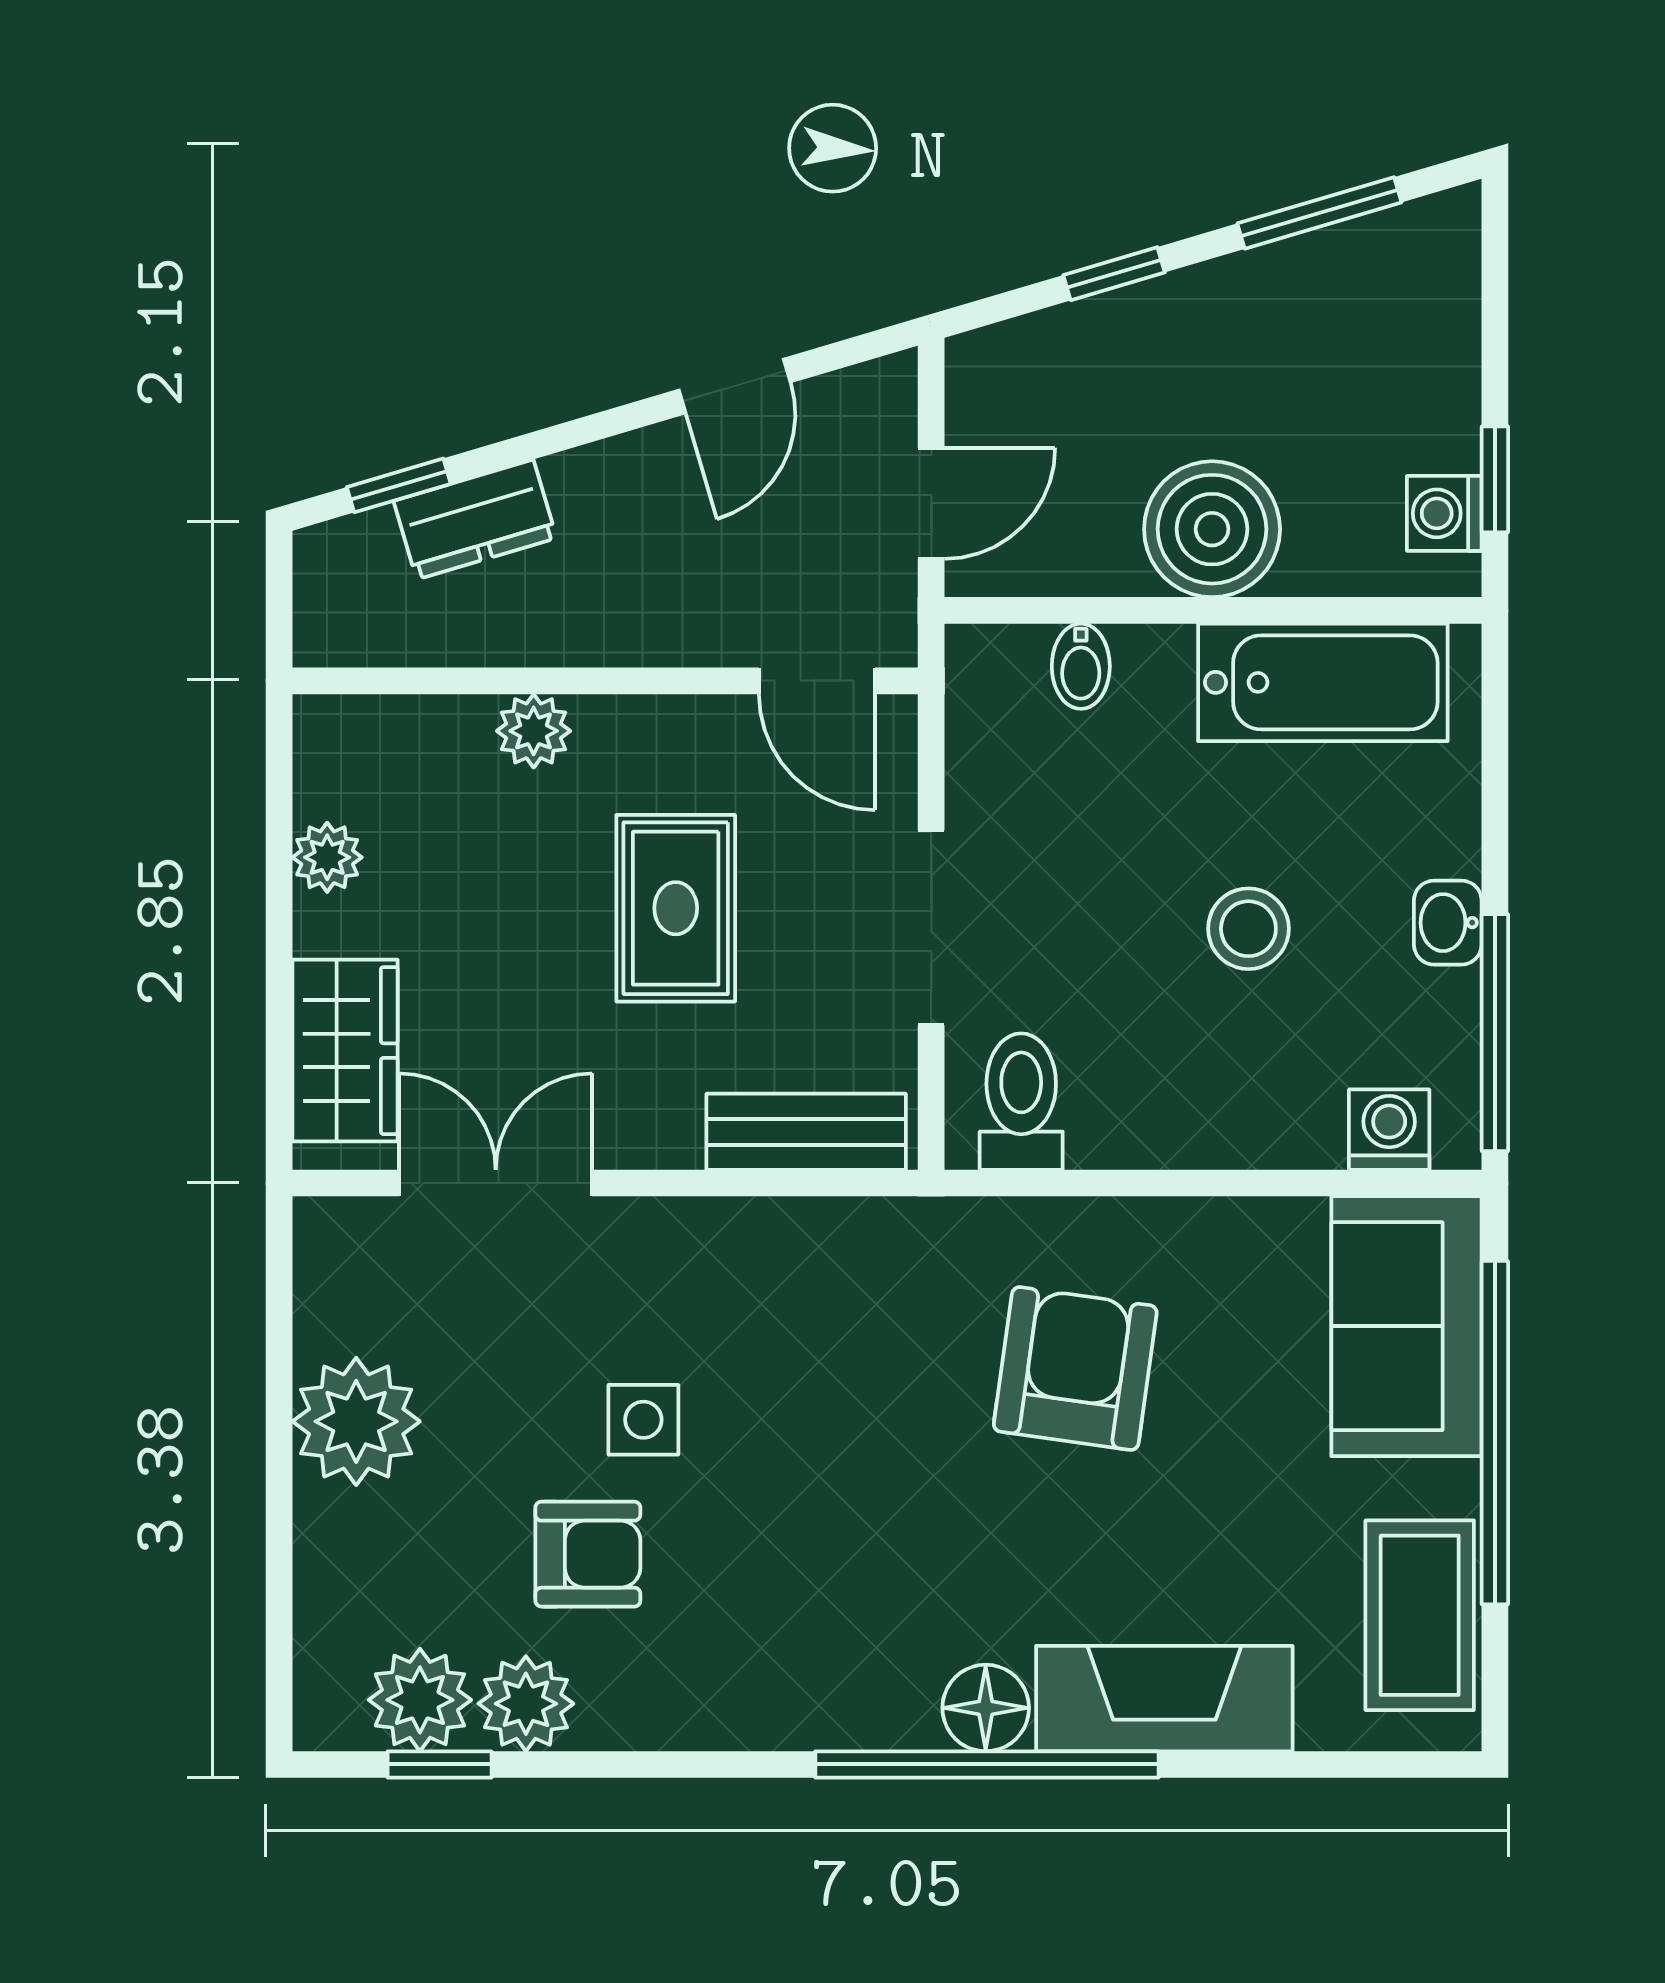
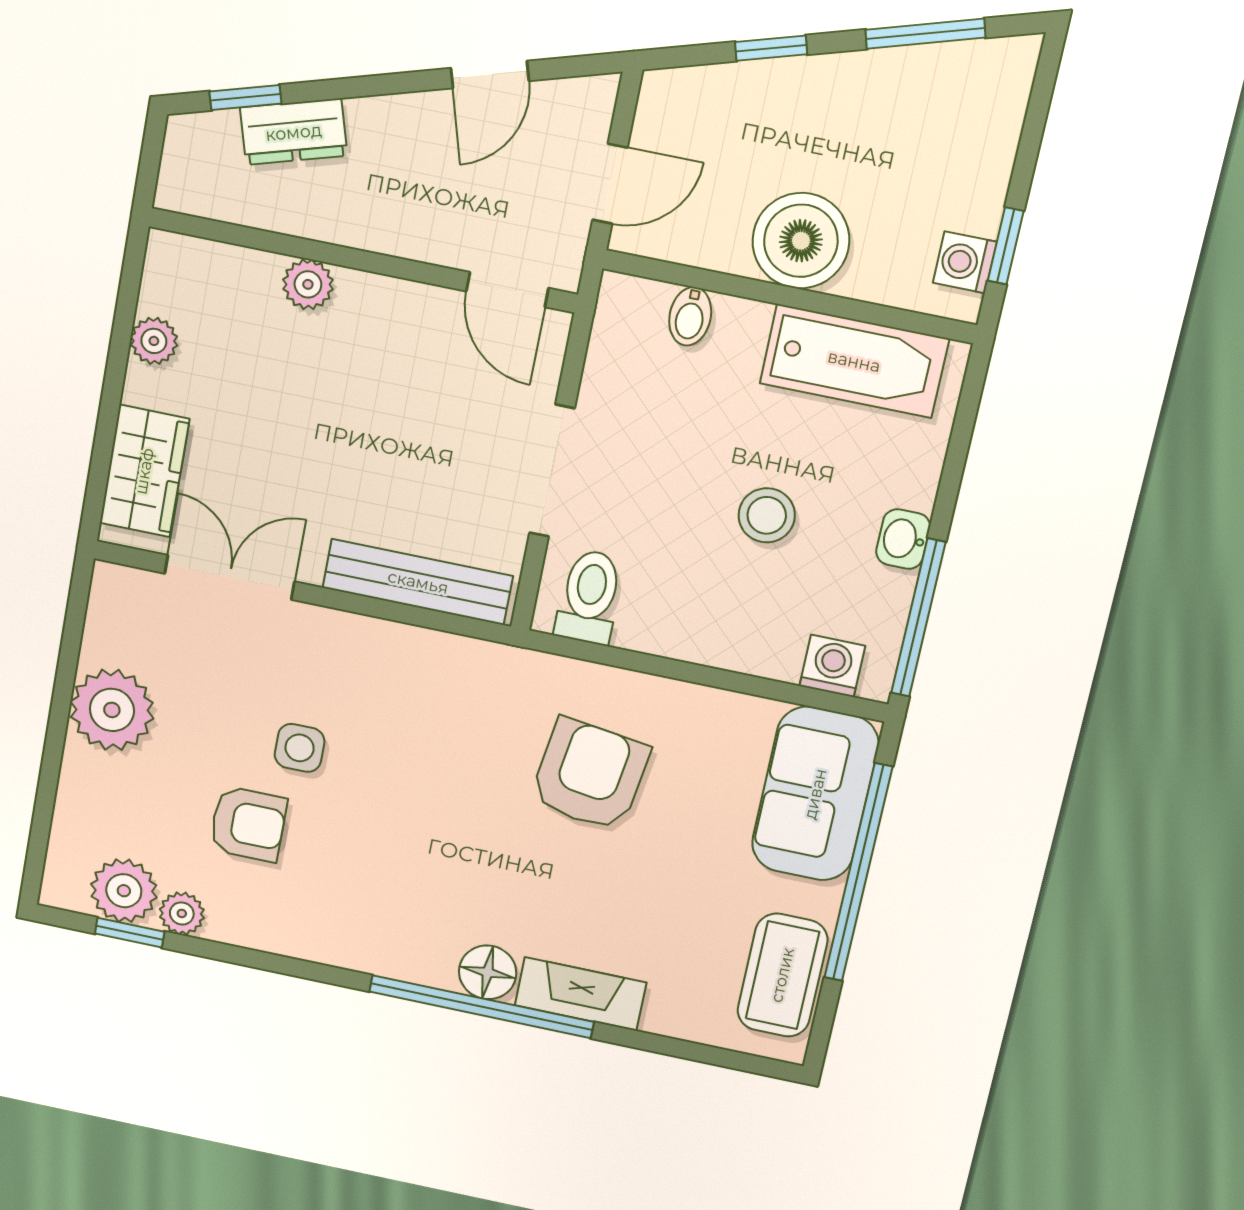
rug: (676, 908) -> (382, 423), removed
bench: (806, 1132) -> (418, 582), width x1.36
fireplace: (1164, 1699) -> (581, 994), width x0.73, depth x0.76
plant: (526, 1704) -> (182, 913), width x0.73, depth x0.73

